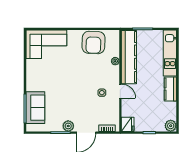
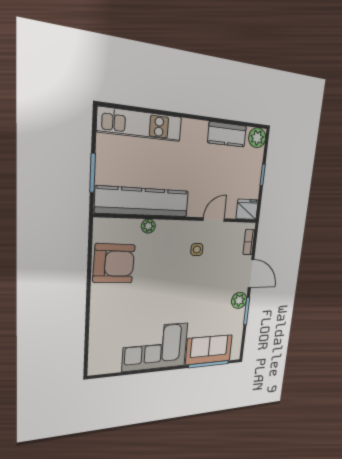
corner sofa: (46, 44) -> (155, 347), moved, turned -90
kitchen counter: (170, 89) -> (227, 134), moved
door: (120, 91) -> (214, 220), moved

